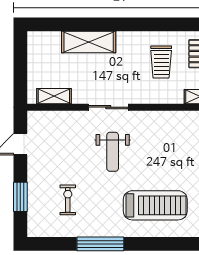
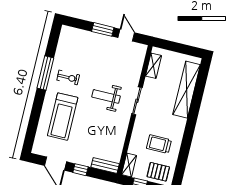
shelving: (89, 42) -> (187, 90), width x1.47
window: (20, 197) -> (103, 29), moved
exercise bike: (68, 200) -> (68, 78), moved

